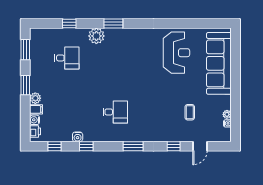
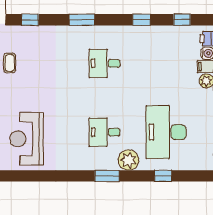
desk: (67, 58) -> (166, 132), width x1.87, depth x1.30
desk: (115, 58) -> (105, 132), added
water cooler: (78, 137) -> (153, 32), removed

